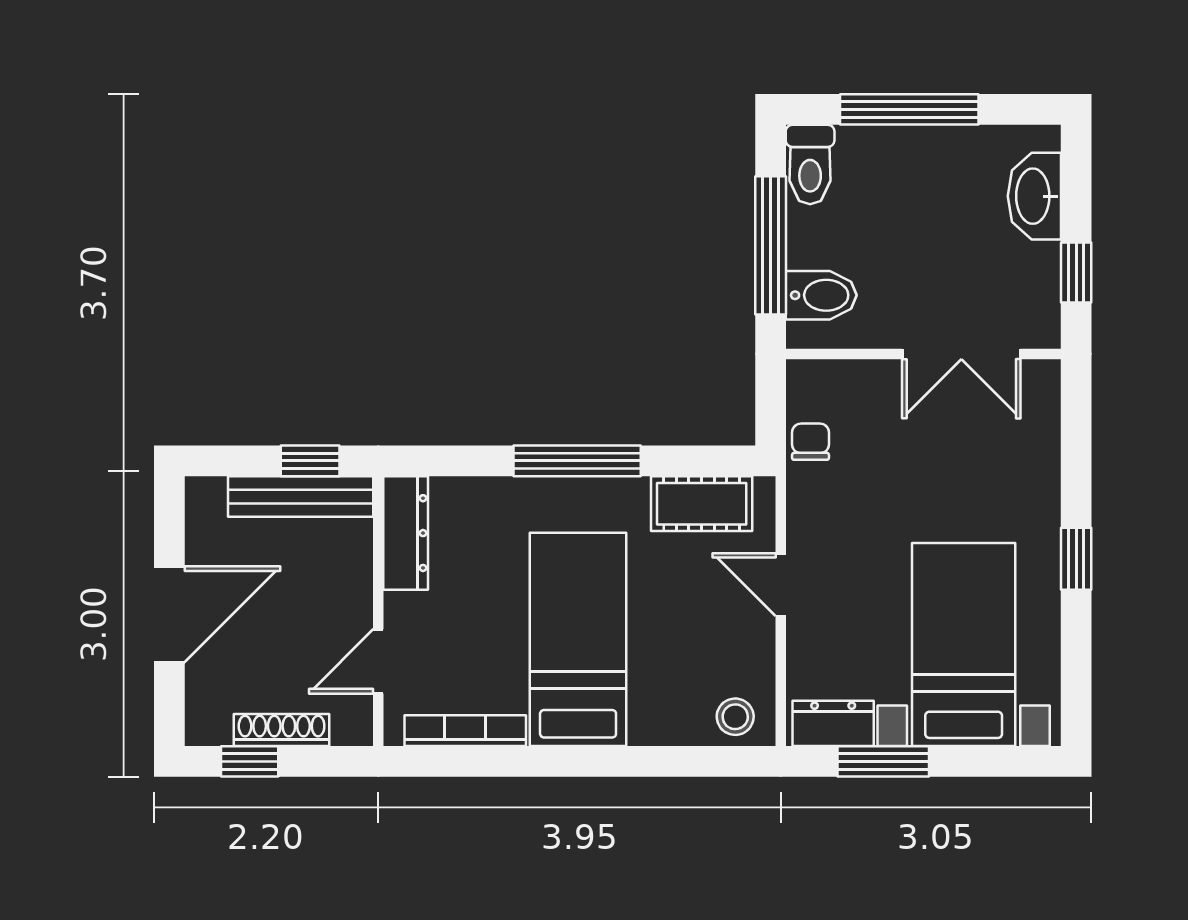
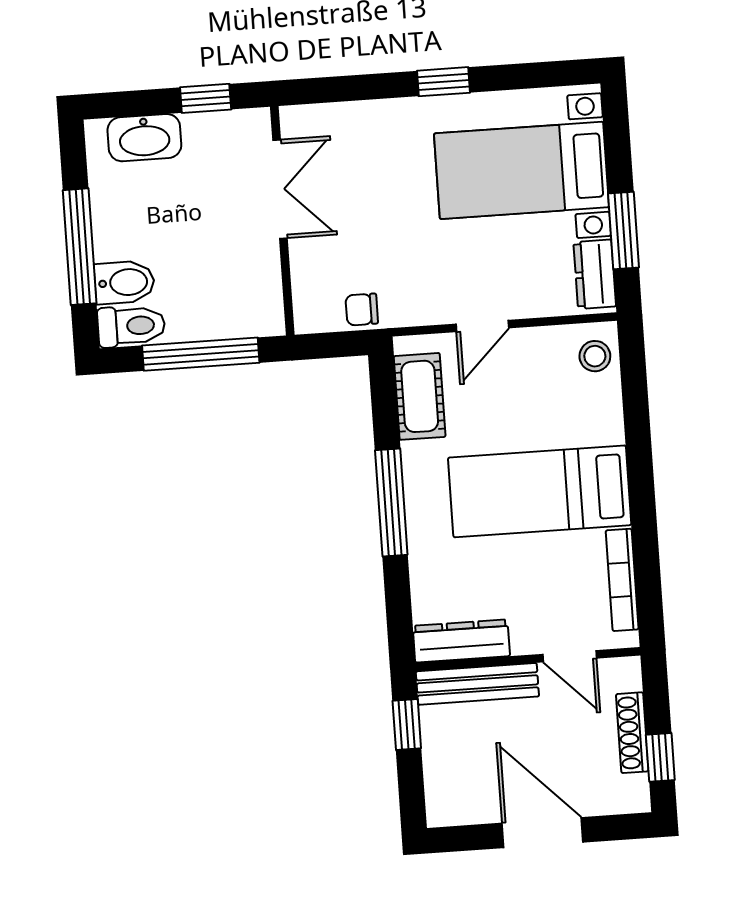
bidet: (821, 295) -> (124, 282), moved, turned 90
bench: (301, 497) -> (477, 684), moved, turned 90

